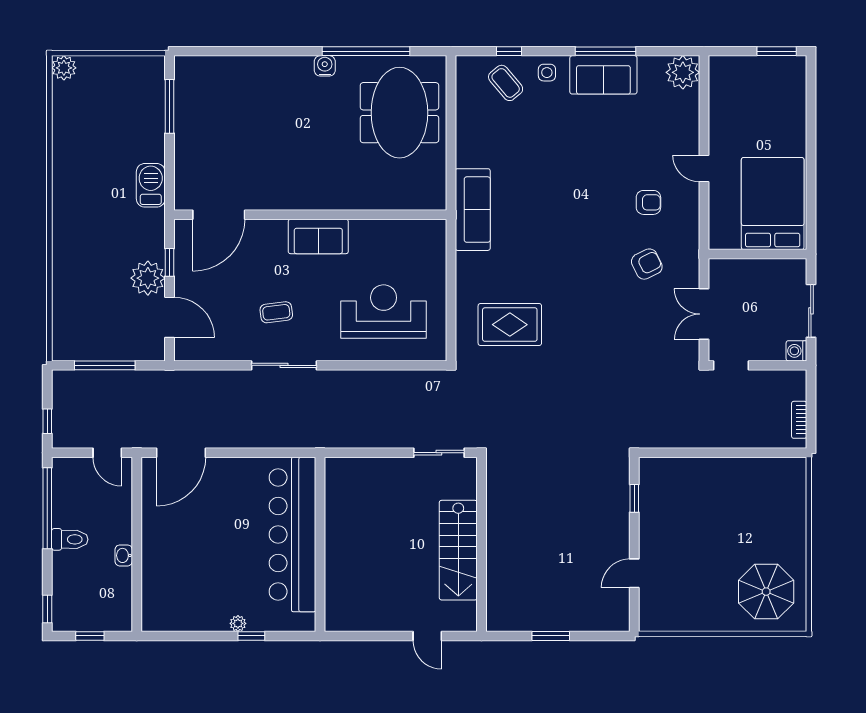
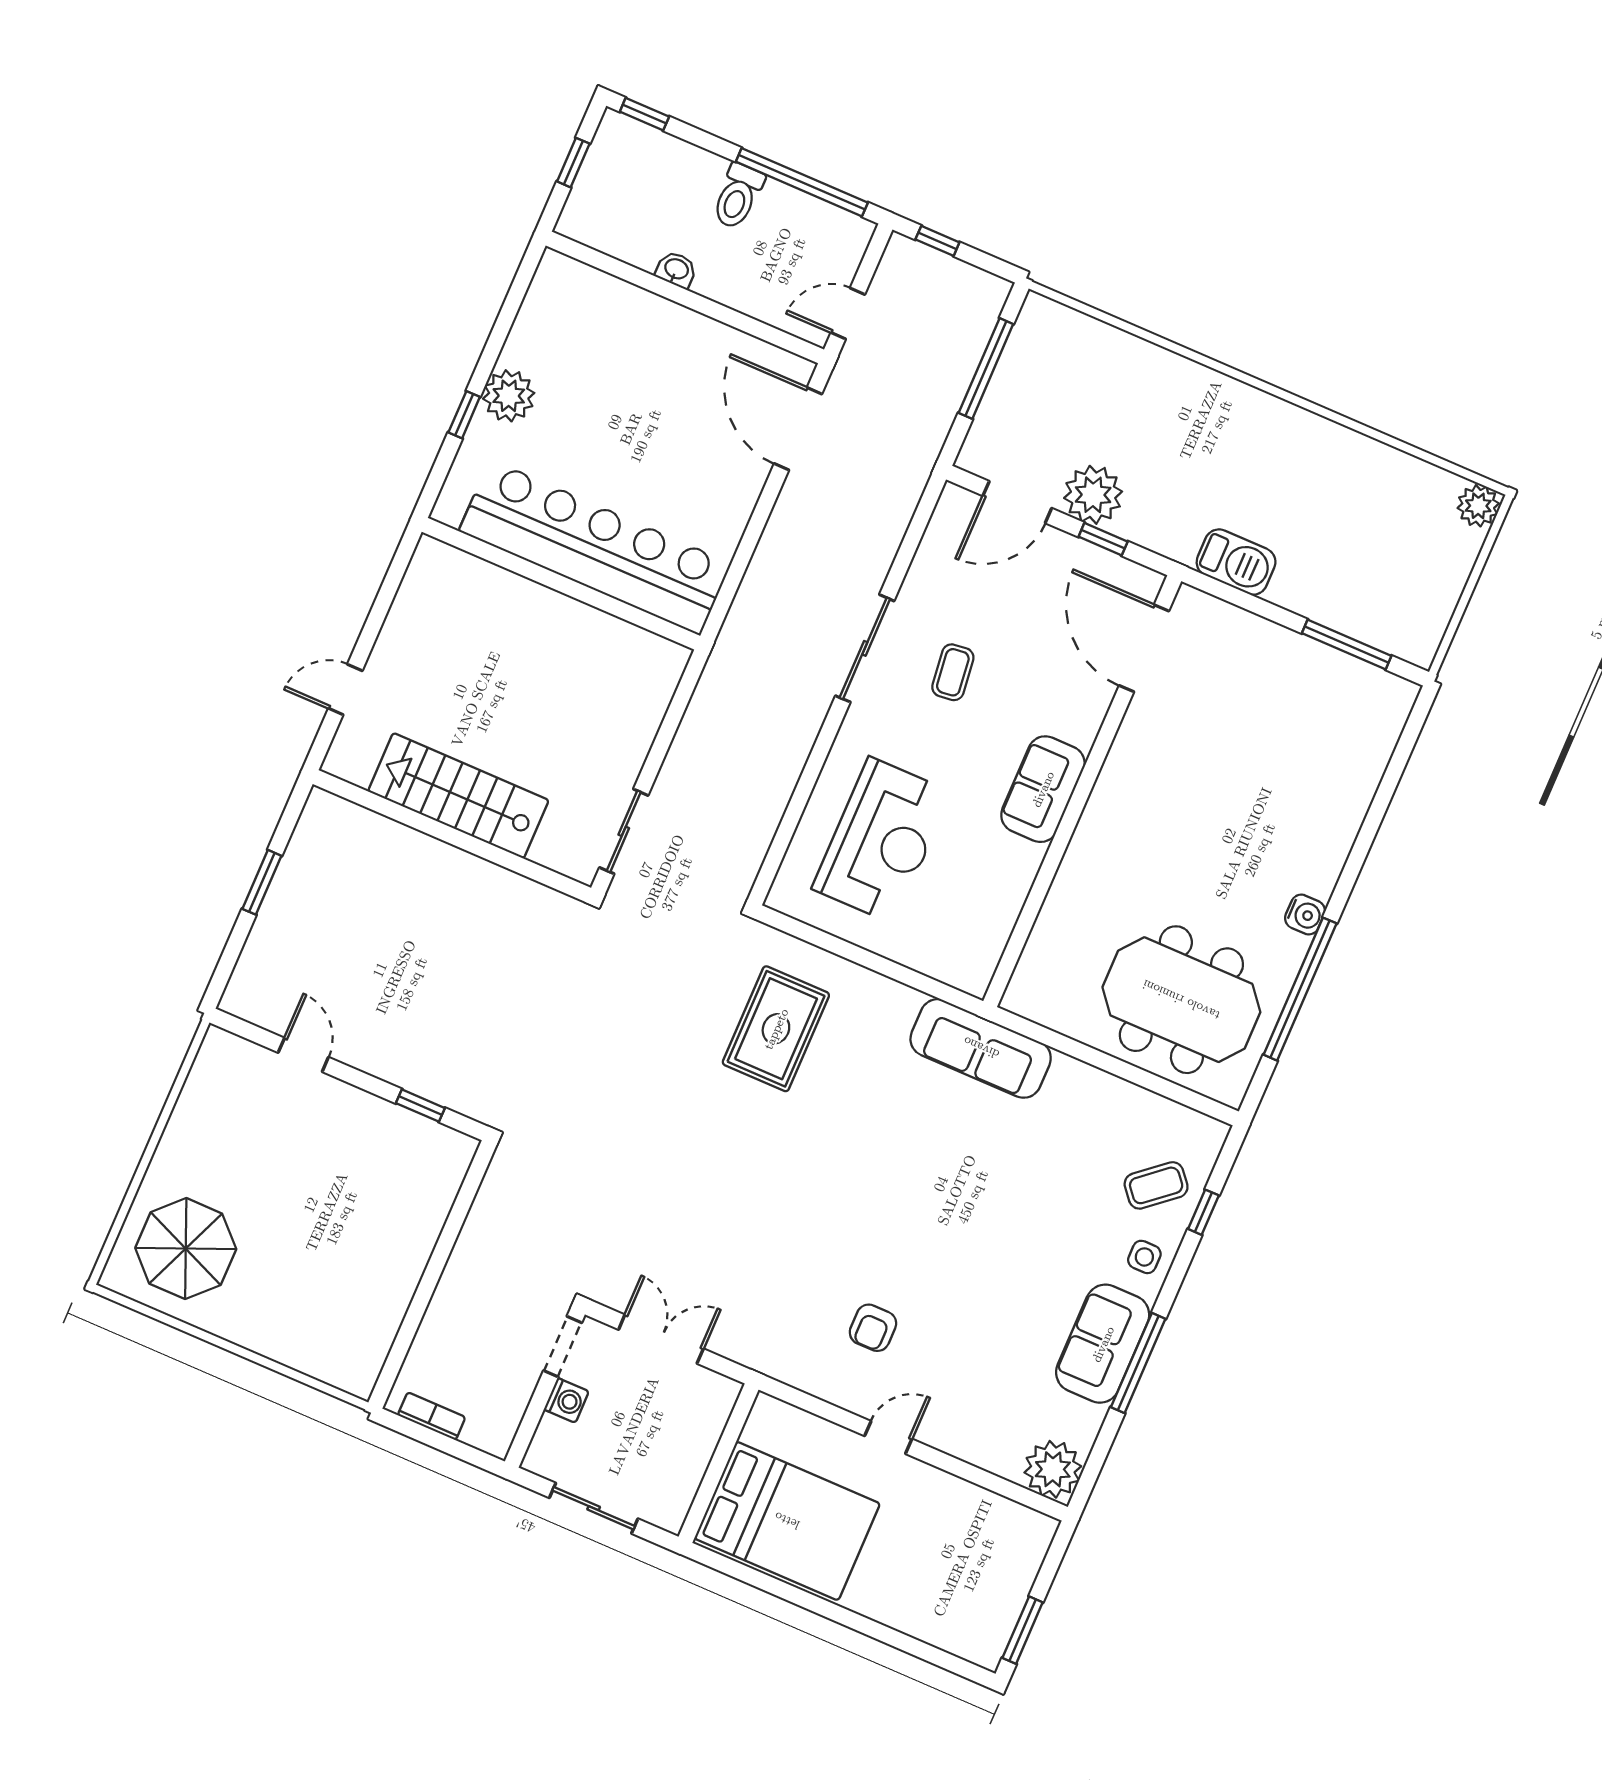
armchair: (647, 264) -> (778, 1284), removed
washing machine: (796, 351) -> (566, 1400), moved, turned 90
plant: (238, 623) -> (509, 396), width x1.88, depth x1.88

